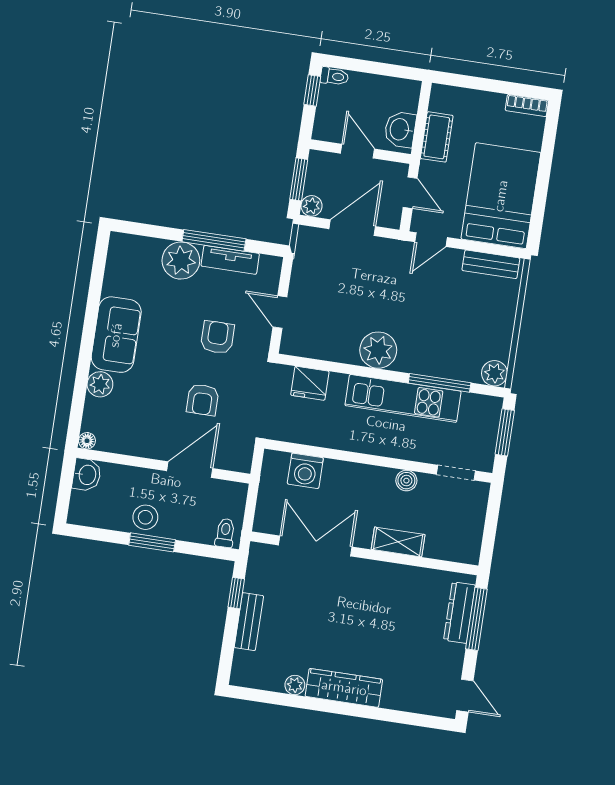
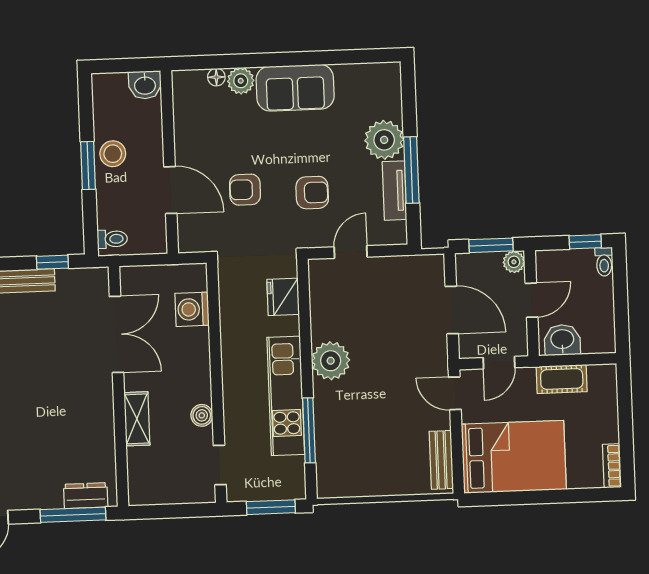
plant: (312, 206) -> (514, 262), moved
plant: (494, 373) -> (330, 485), removed
floor lamp: (87, 441) -> (216, 77), moved
dresser: (459, 613) -> (86, 496), width x0.70

